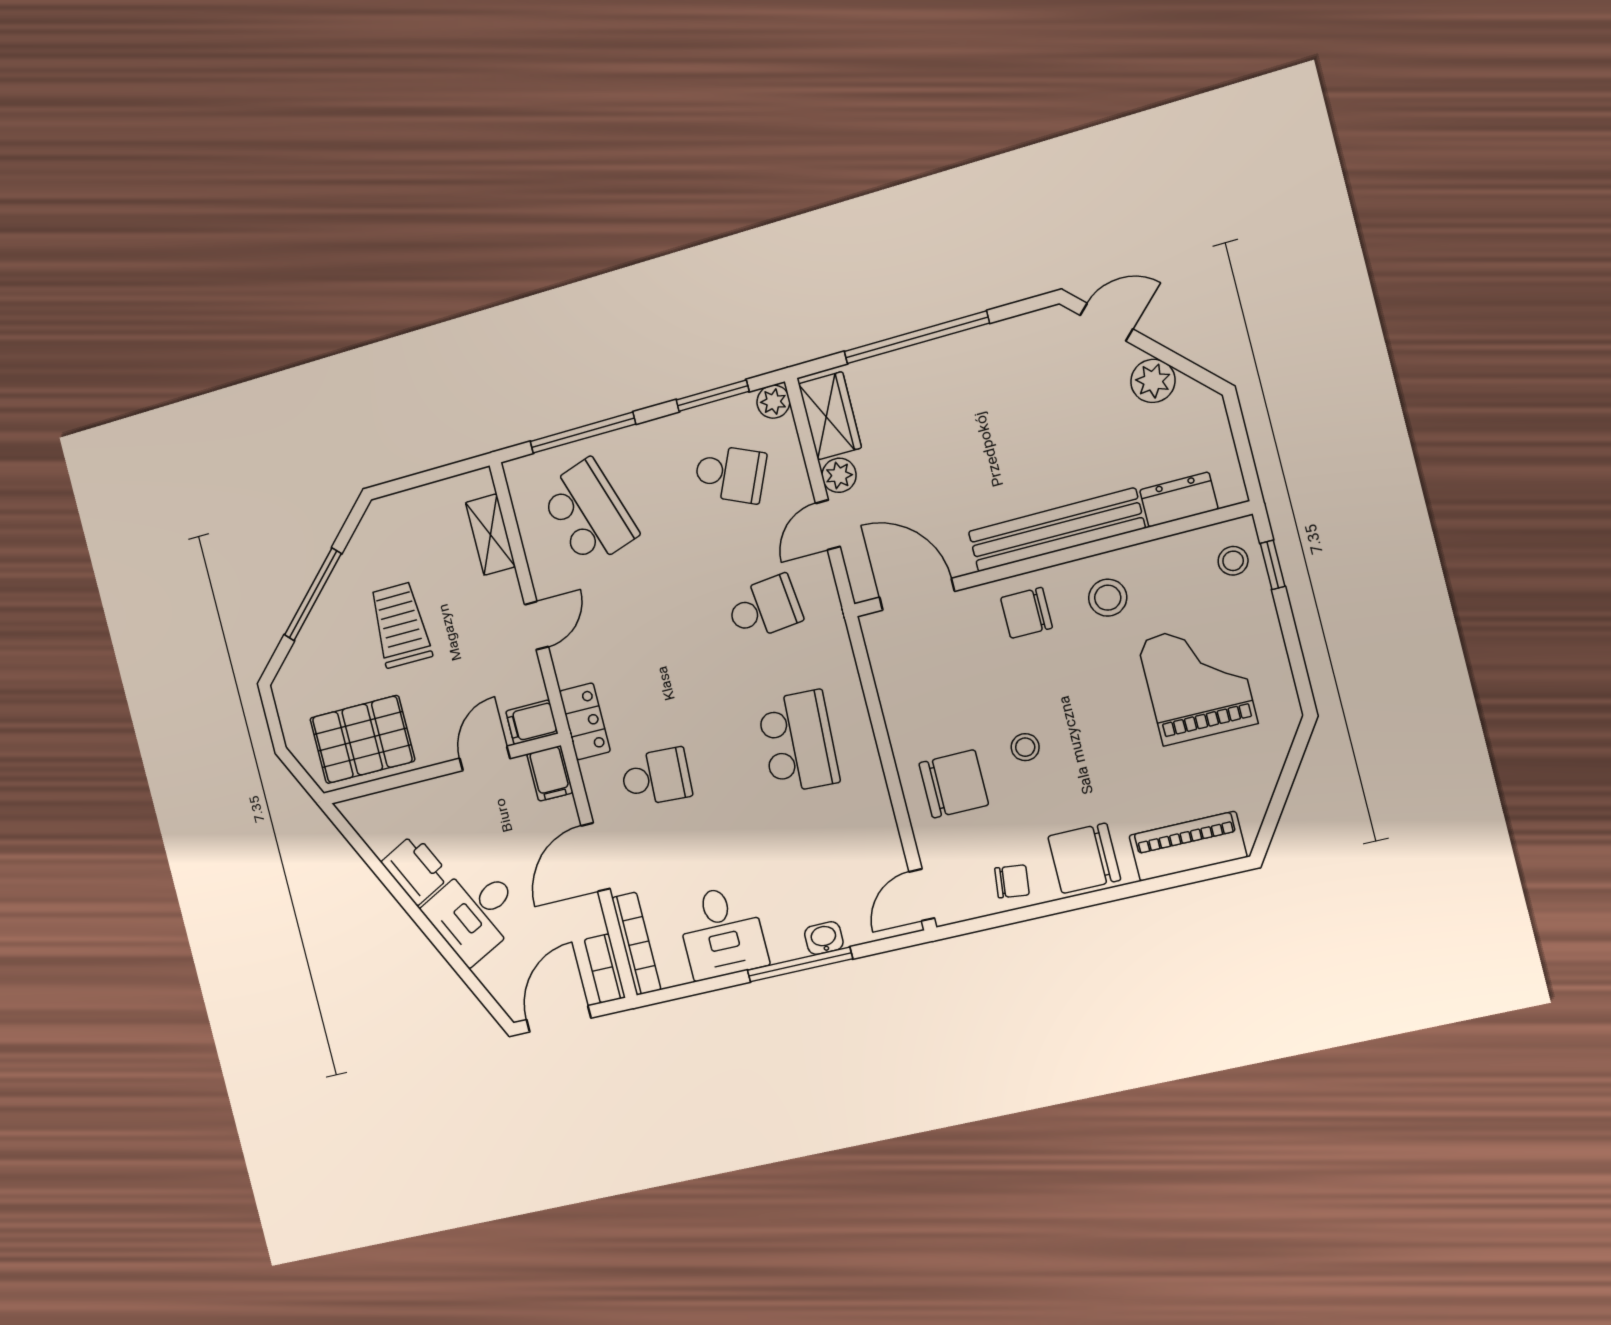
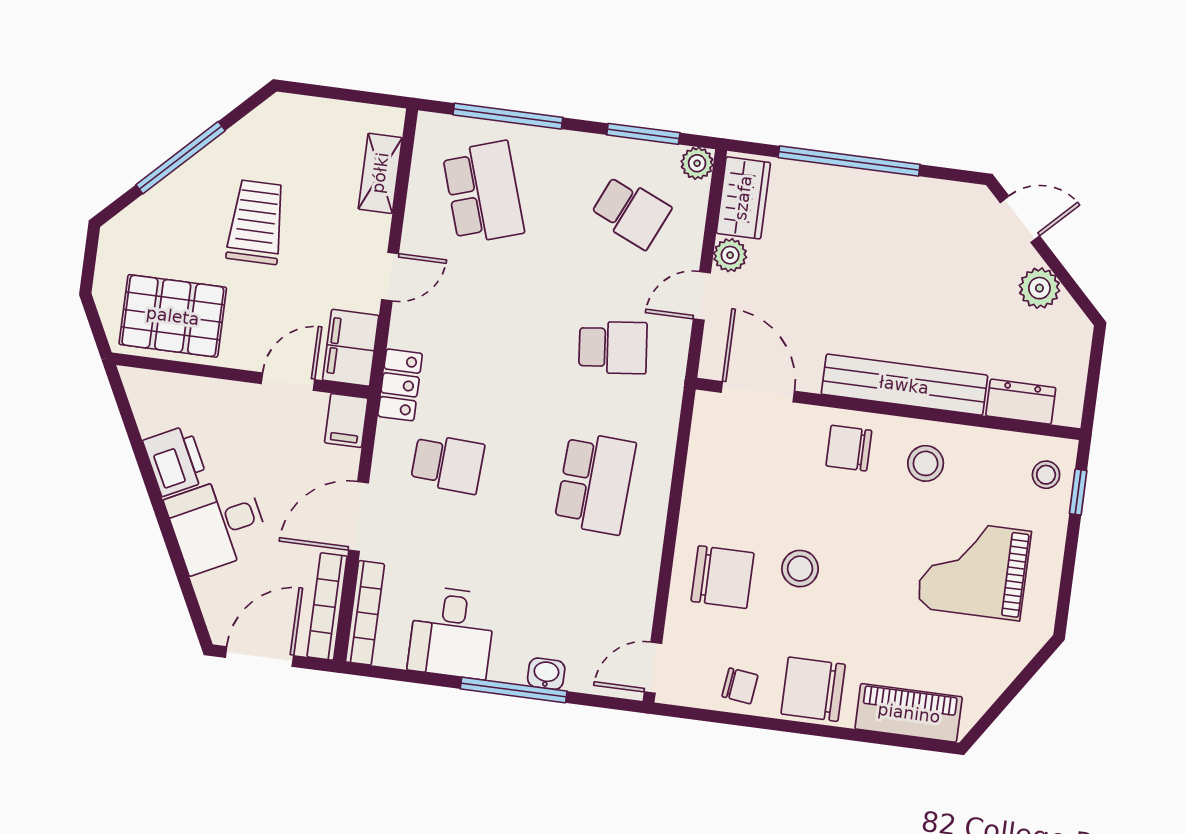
grand piano: (1197, 682) -> (974, 569), turned -90
filing cabinet: (532, 722) -> (351, 348), width x2.00
stool: (1025, 747) -> (800, 569), width x1.37, depth x1.37
bookcase: (605, 969) -> (327, 606), width x1.56

